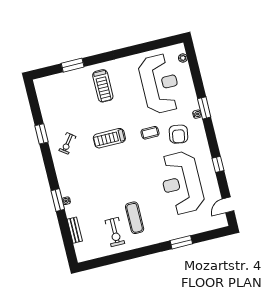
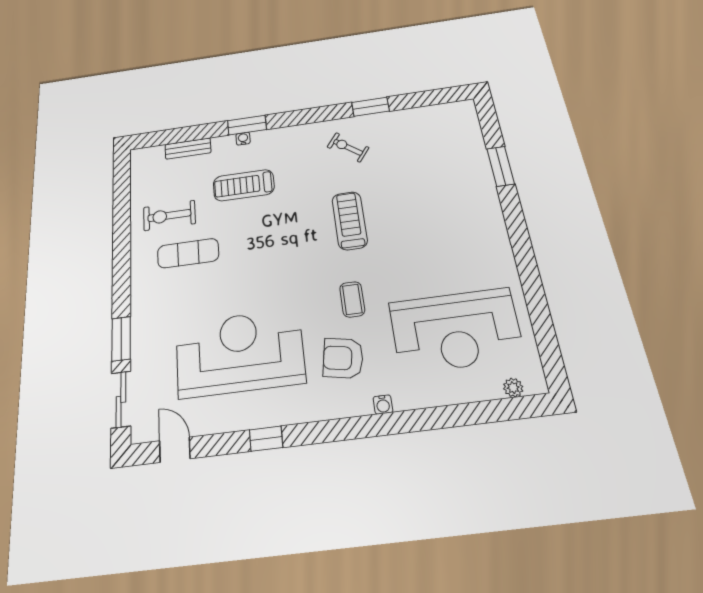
treadmill: (103, 86) -> (244, 185), moved
window: (204, 108) -> (396, 423), removed
sliding door: (209, 235) -> (121, 399), added

